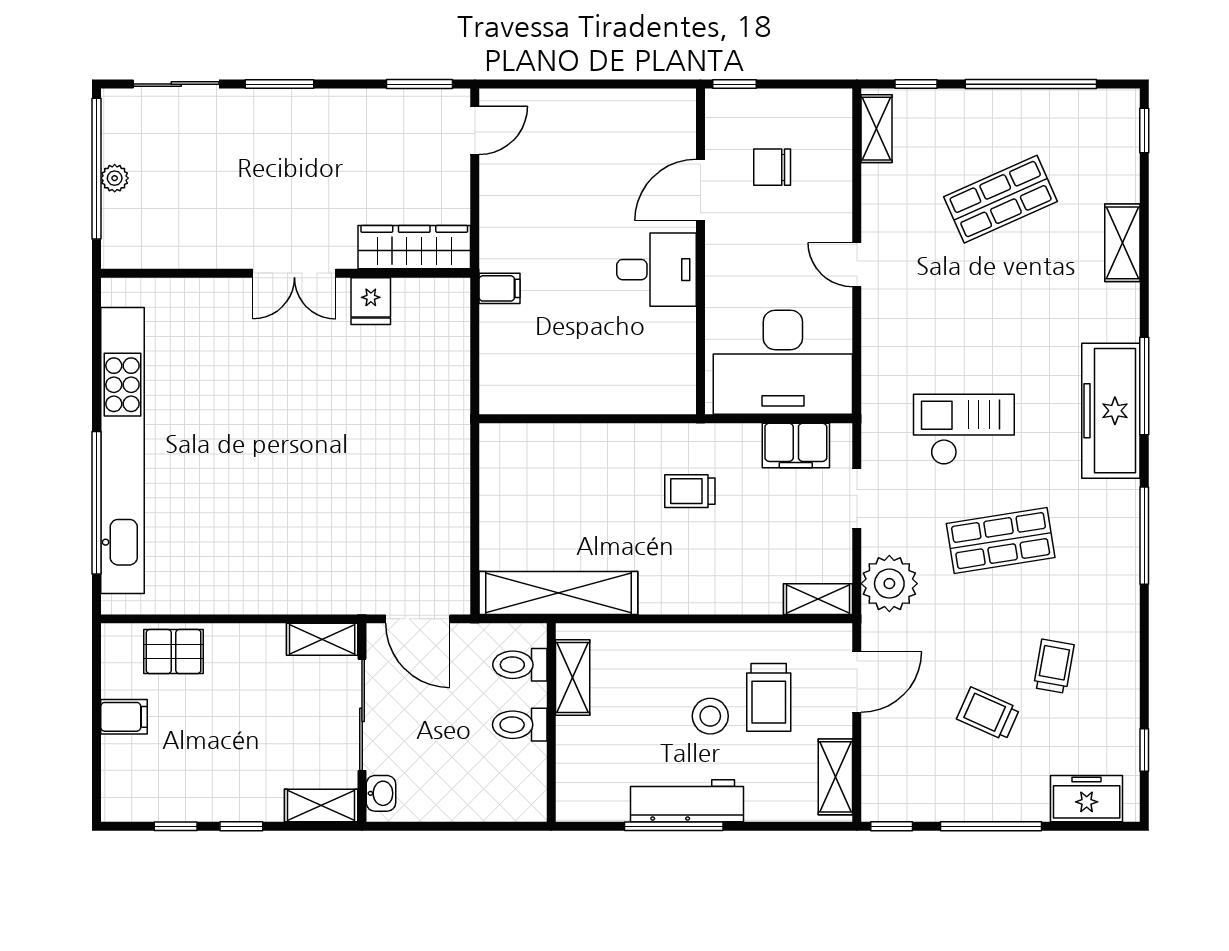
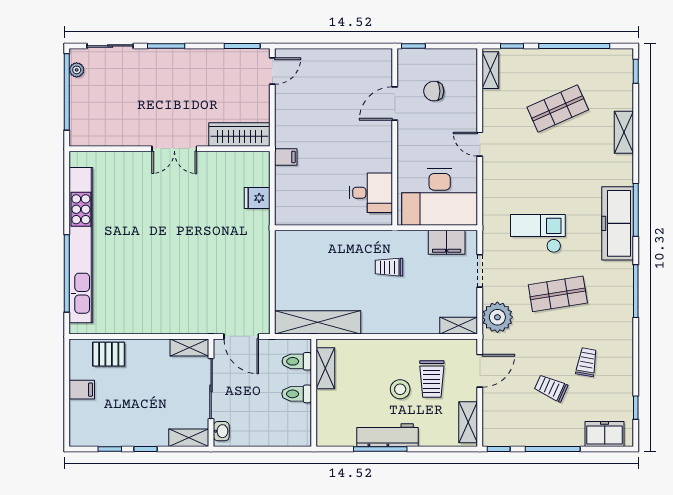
plant: (115, 178) -> (77, 70), moved
desk: (656, 270) -> (371, 193), moved
fridge: (371, 301) -> (257, 198), moved, turned 90

